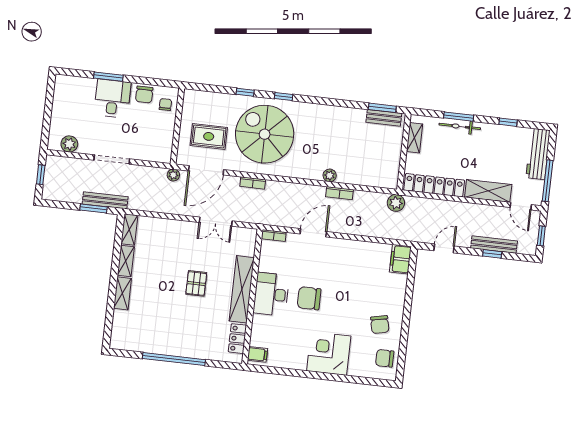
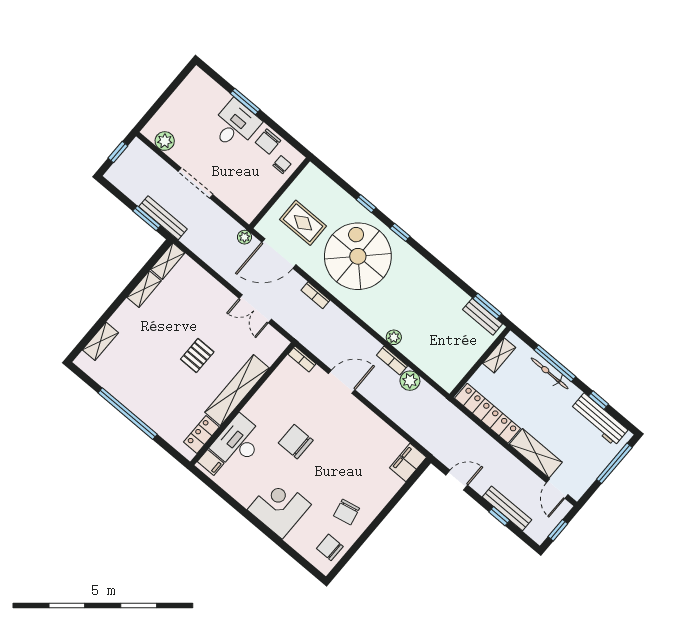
window: (459, 117) -> (555, 363), width x1.44
workbench: (538, 154) -> (599, 420), moved, turned -90
window: (548, 181) -> (614, 463), moved
plant: (396, 203) -> (410, 381), moved
shelving: (122, 293) -> (100, 341), moved
desk: (271, 294) -> (238, 442), moved

